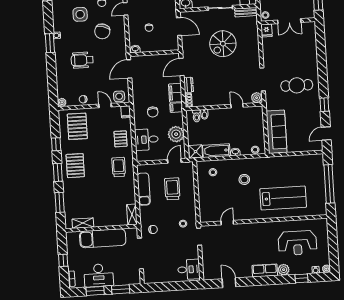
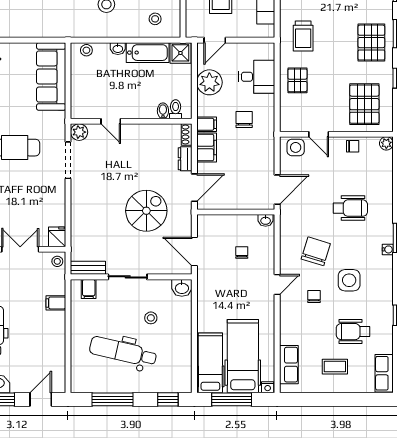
spiral stairs: (223, 44) -> (146, 211), moved
filing cabinet: (126, 112) -> (287, 122), removed

